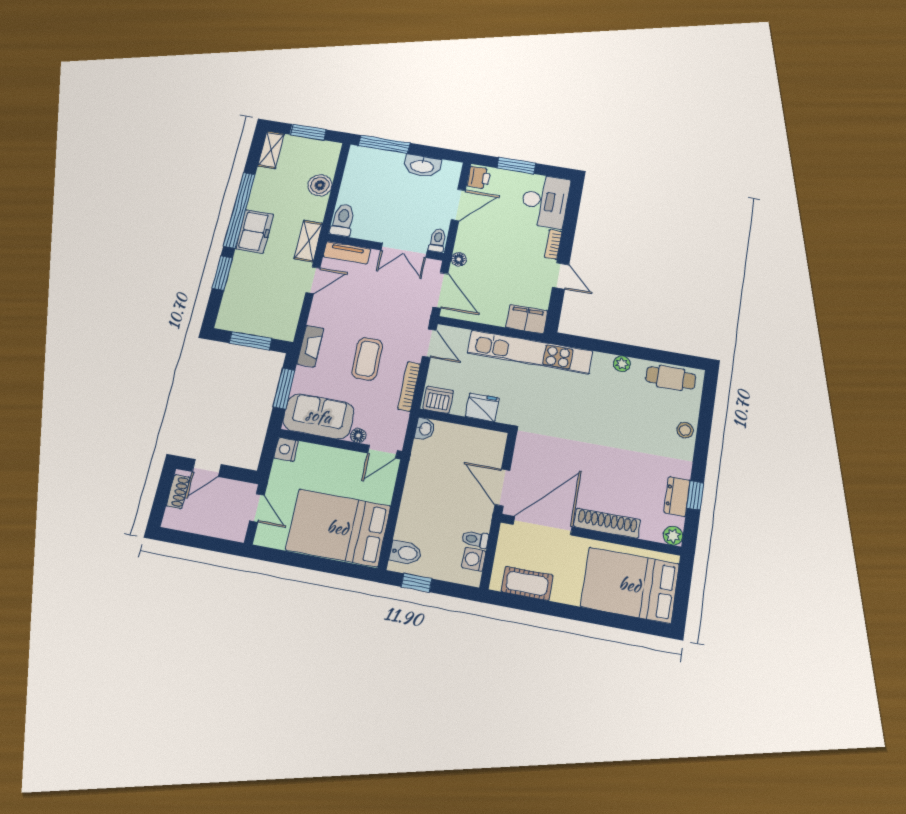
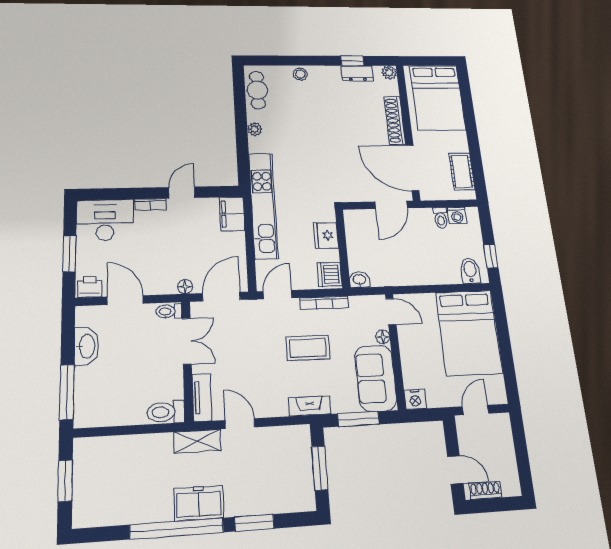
shelving: (271, 150) -> (95, 516), removed
boiler: (320, 185) -> (129, 448), removed

